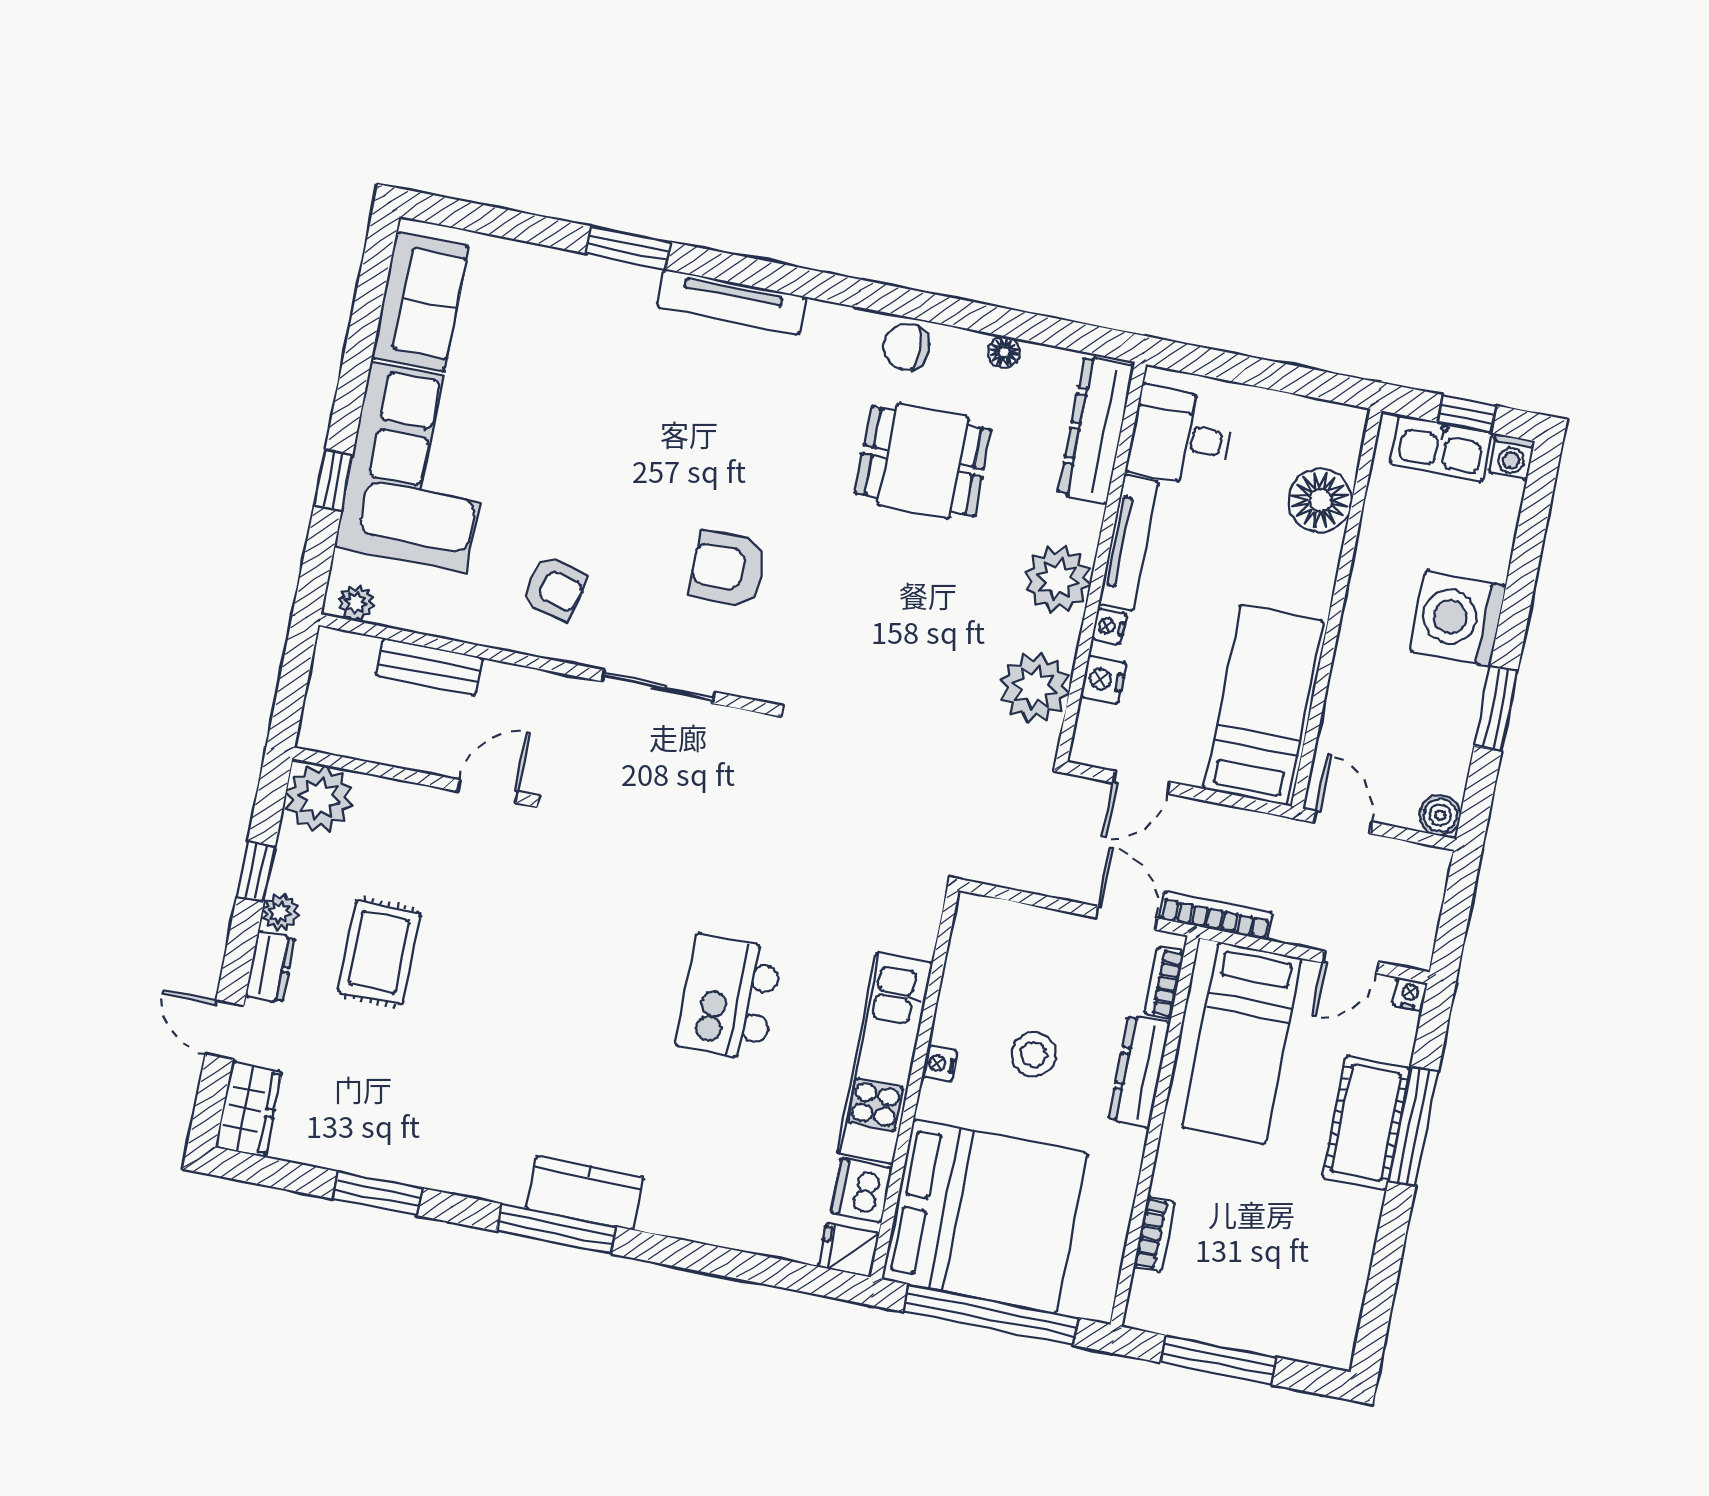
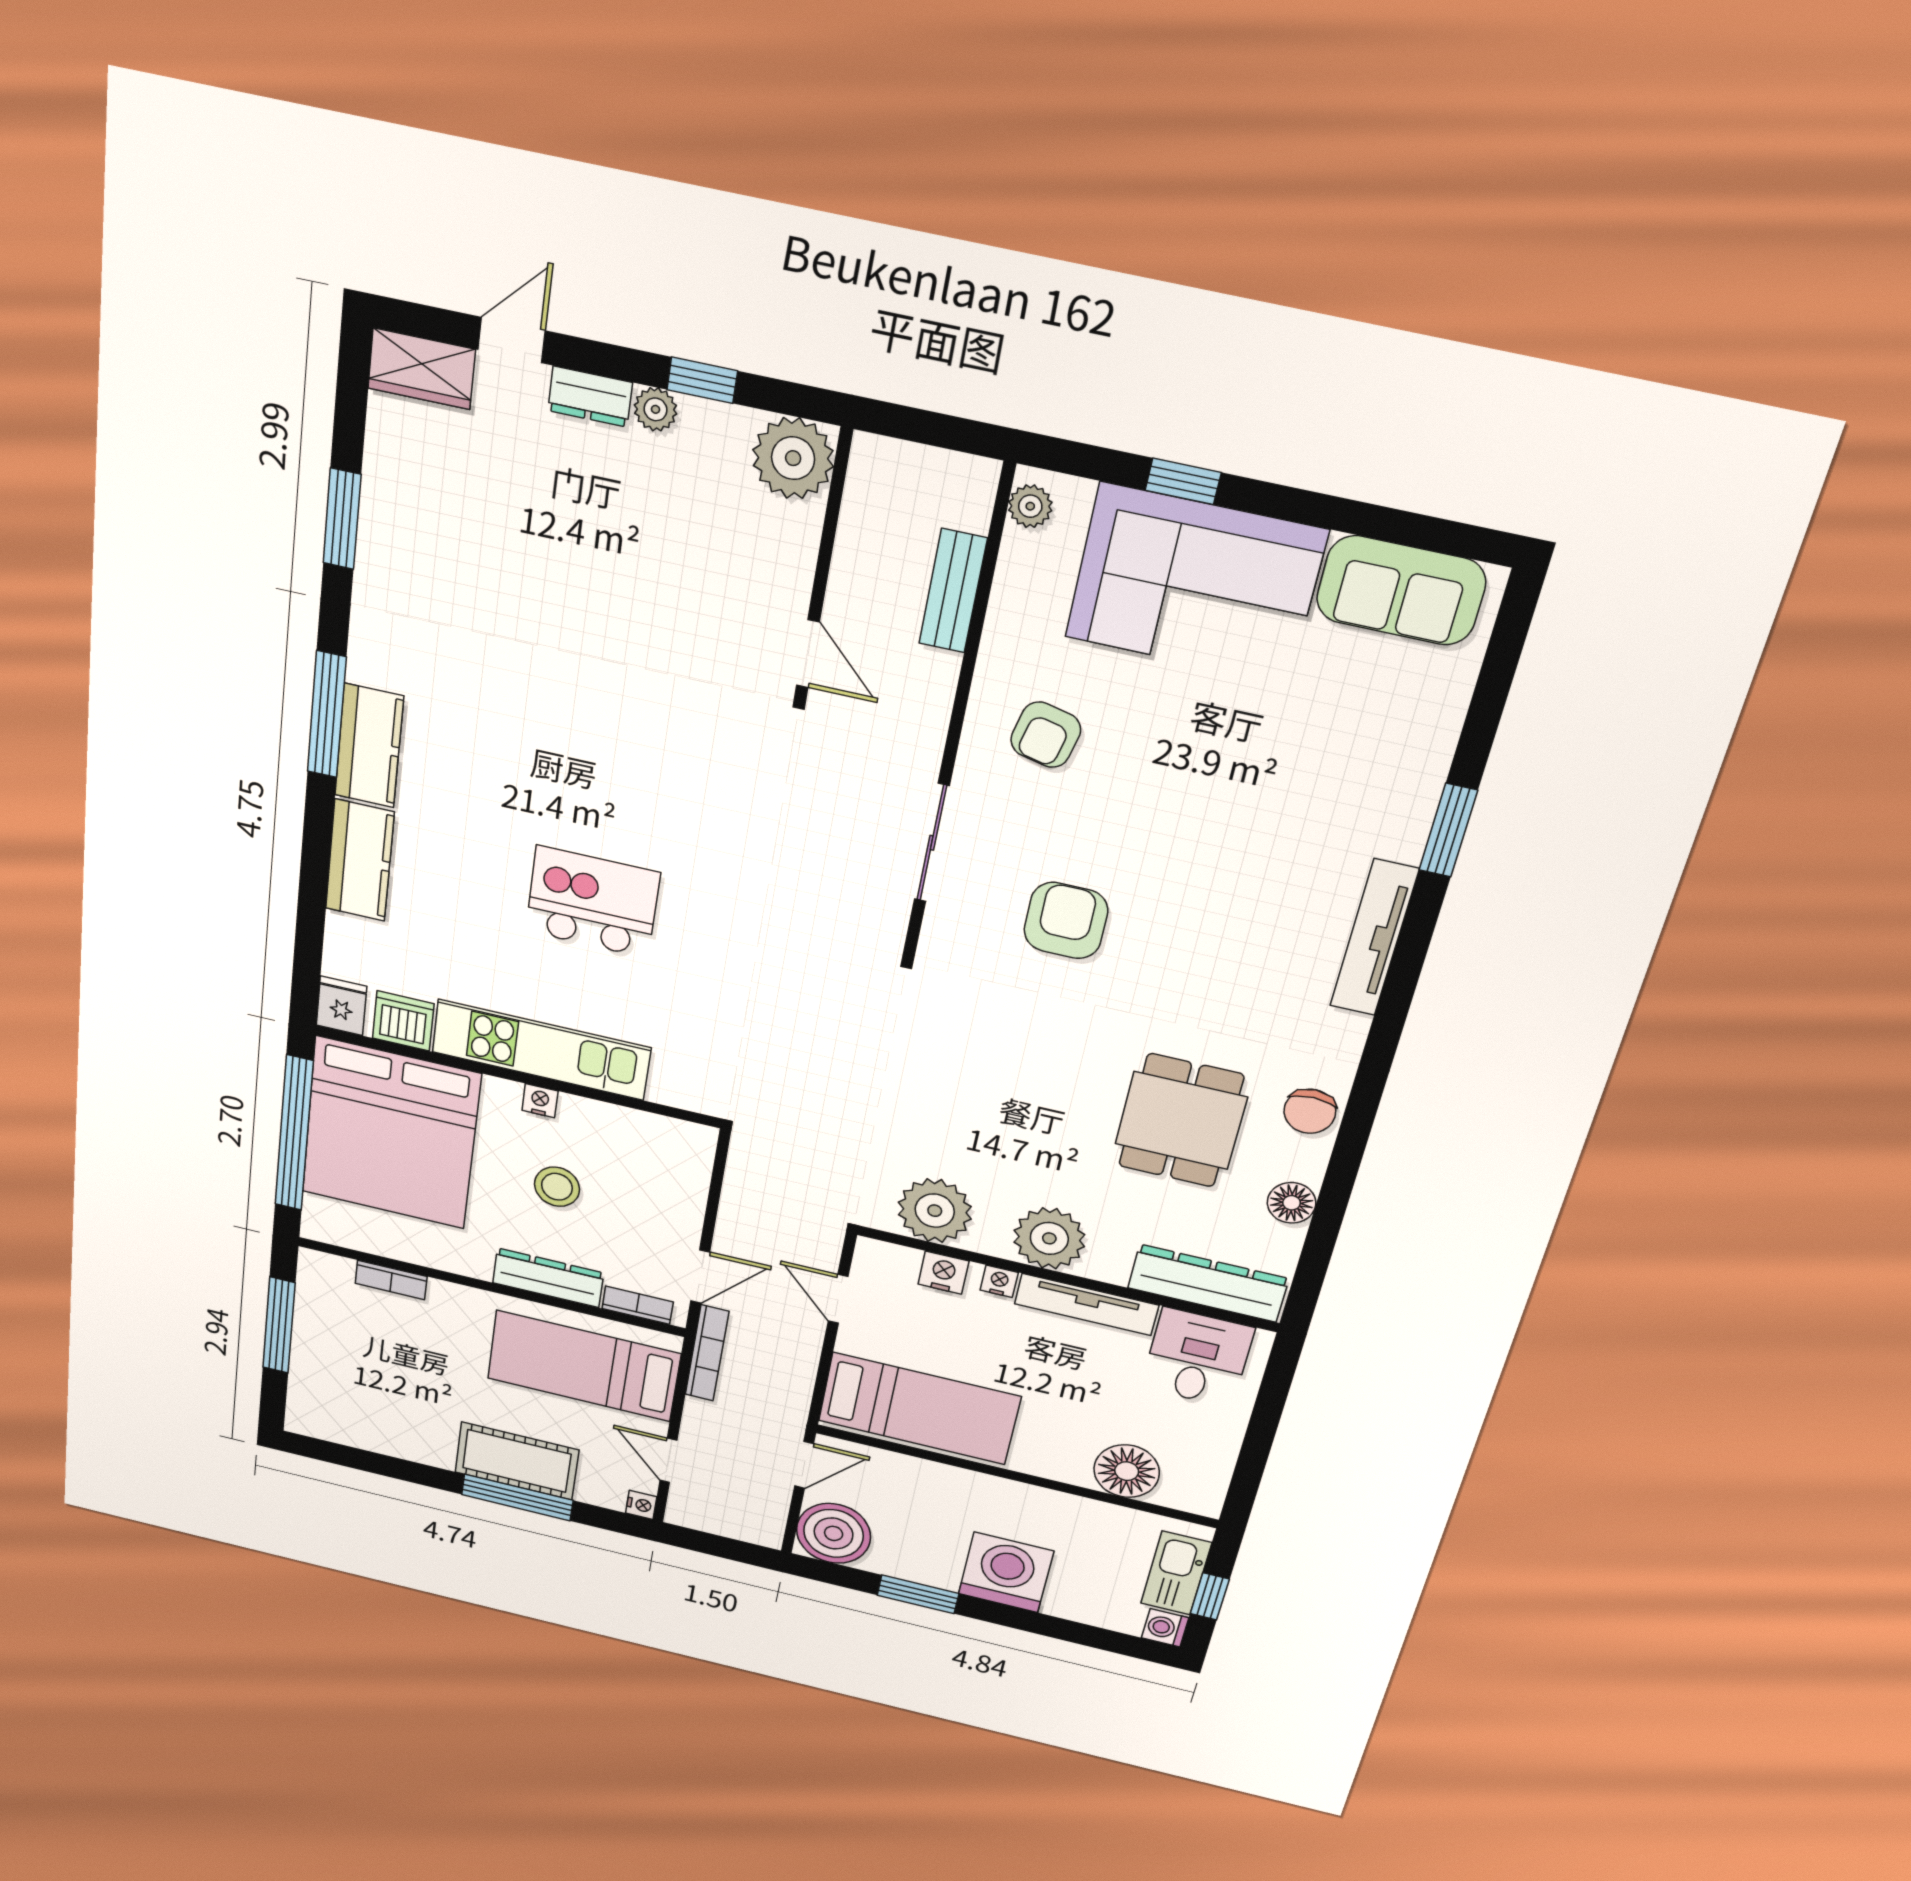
chair: (906, 347) -> (1310, 1111), turned 180
floor lamp: (1004, 352) -> (1292, 1203), width x1.37, depth x1.37
boiler: (1440, 815) -> (834, 1533), width x1.86, depth x1.86
rug: (379, 952) -> (616, 526), removed
kitchen counter: (698, 1214) -> (360, 860), added

